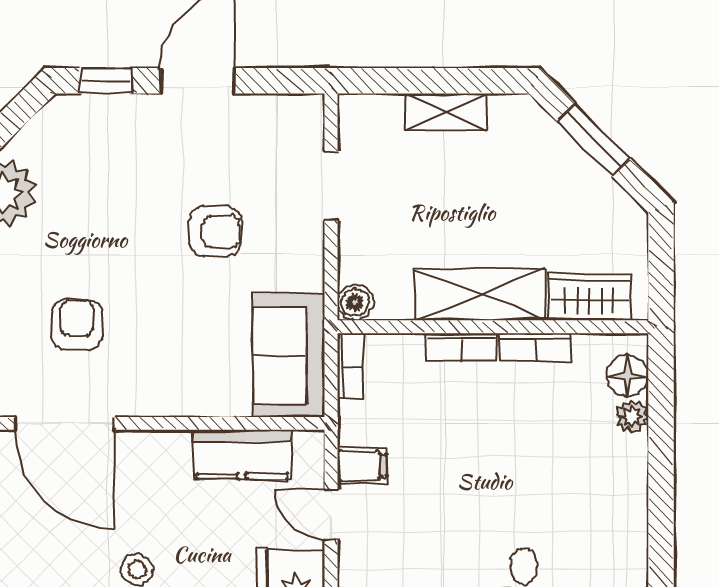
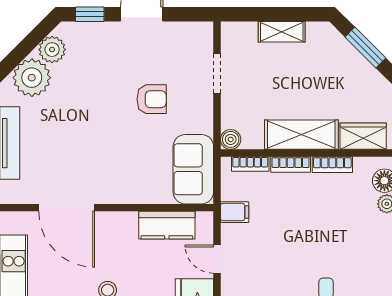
plant: (39, 143) -> (52, 50), added
armchair: (77, 325) -> (74, 152), removed
bookcase: (350, 366) -> (250, 164), moved, turned 90
filing cabinet: (362, 465) -> (235, 212), moved

